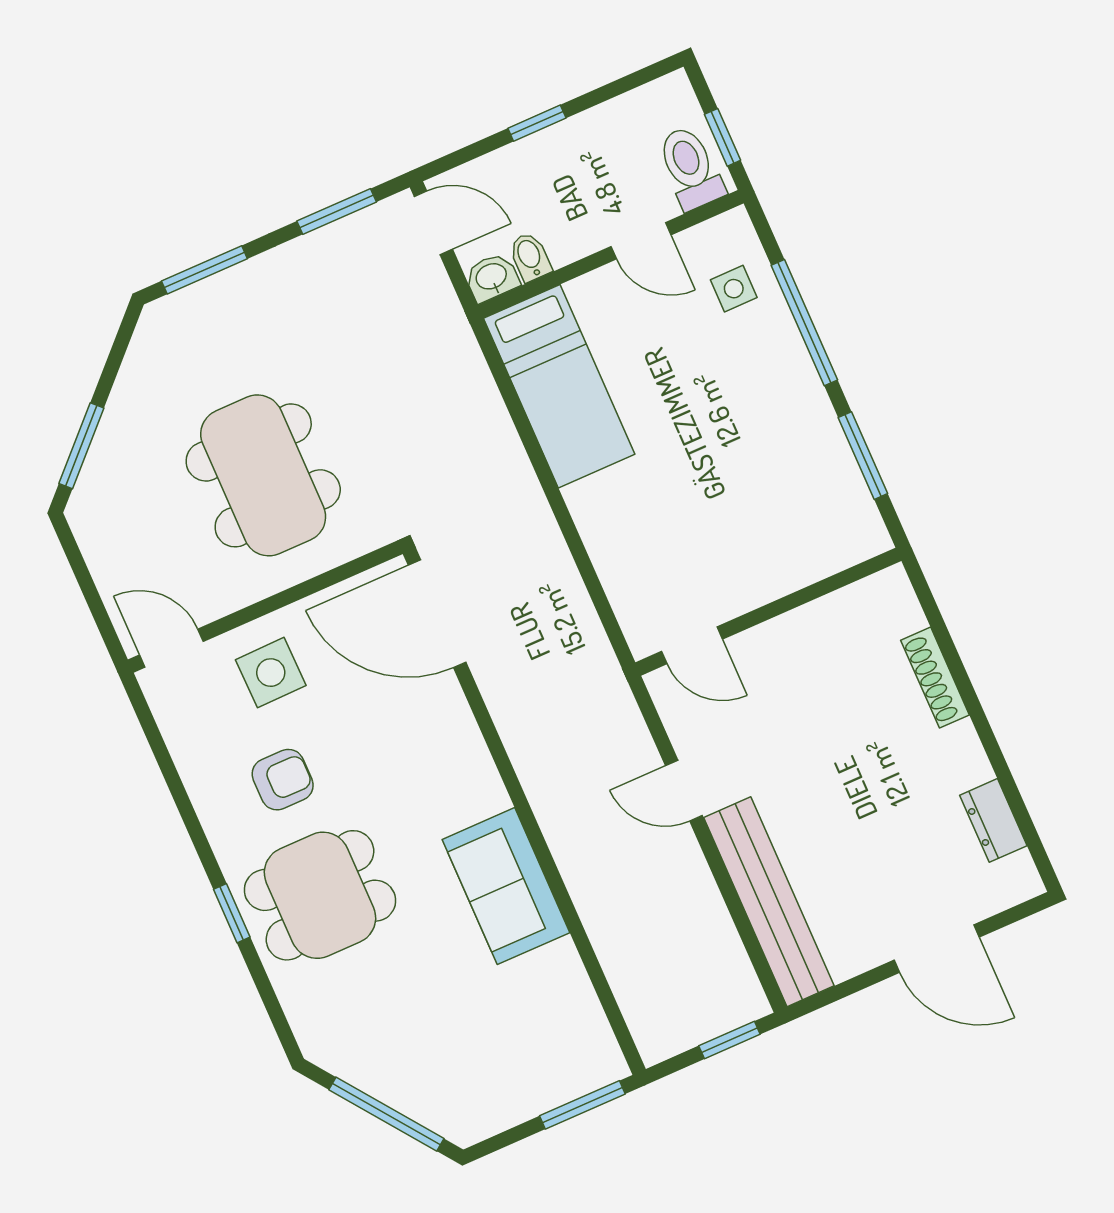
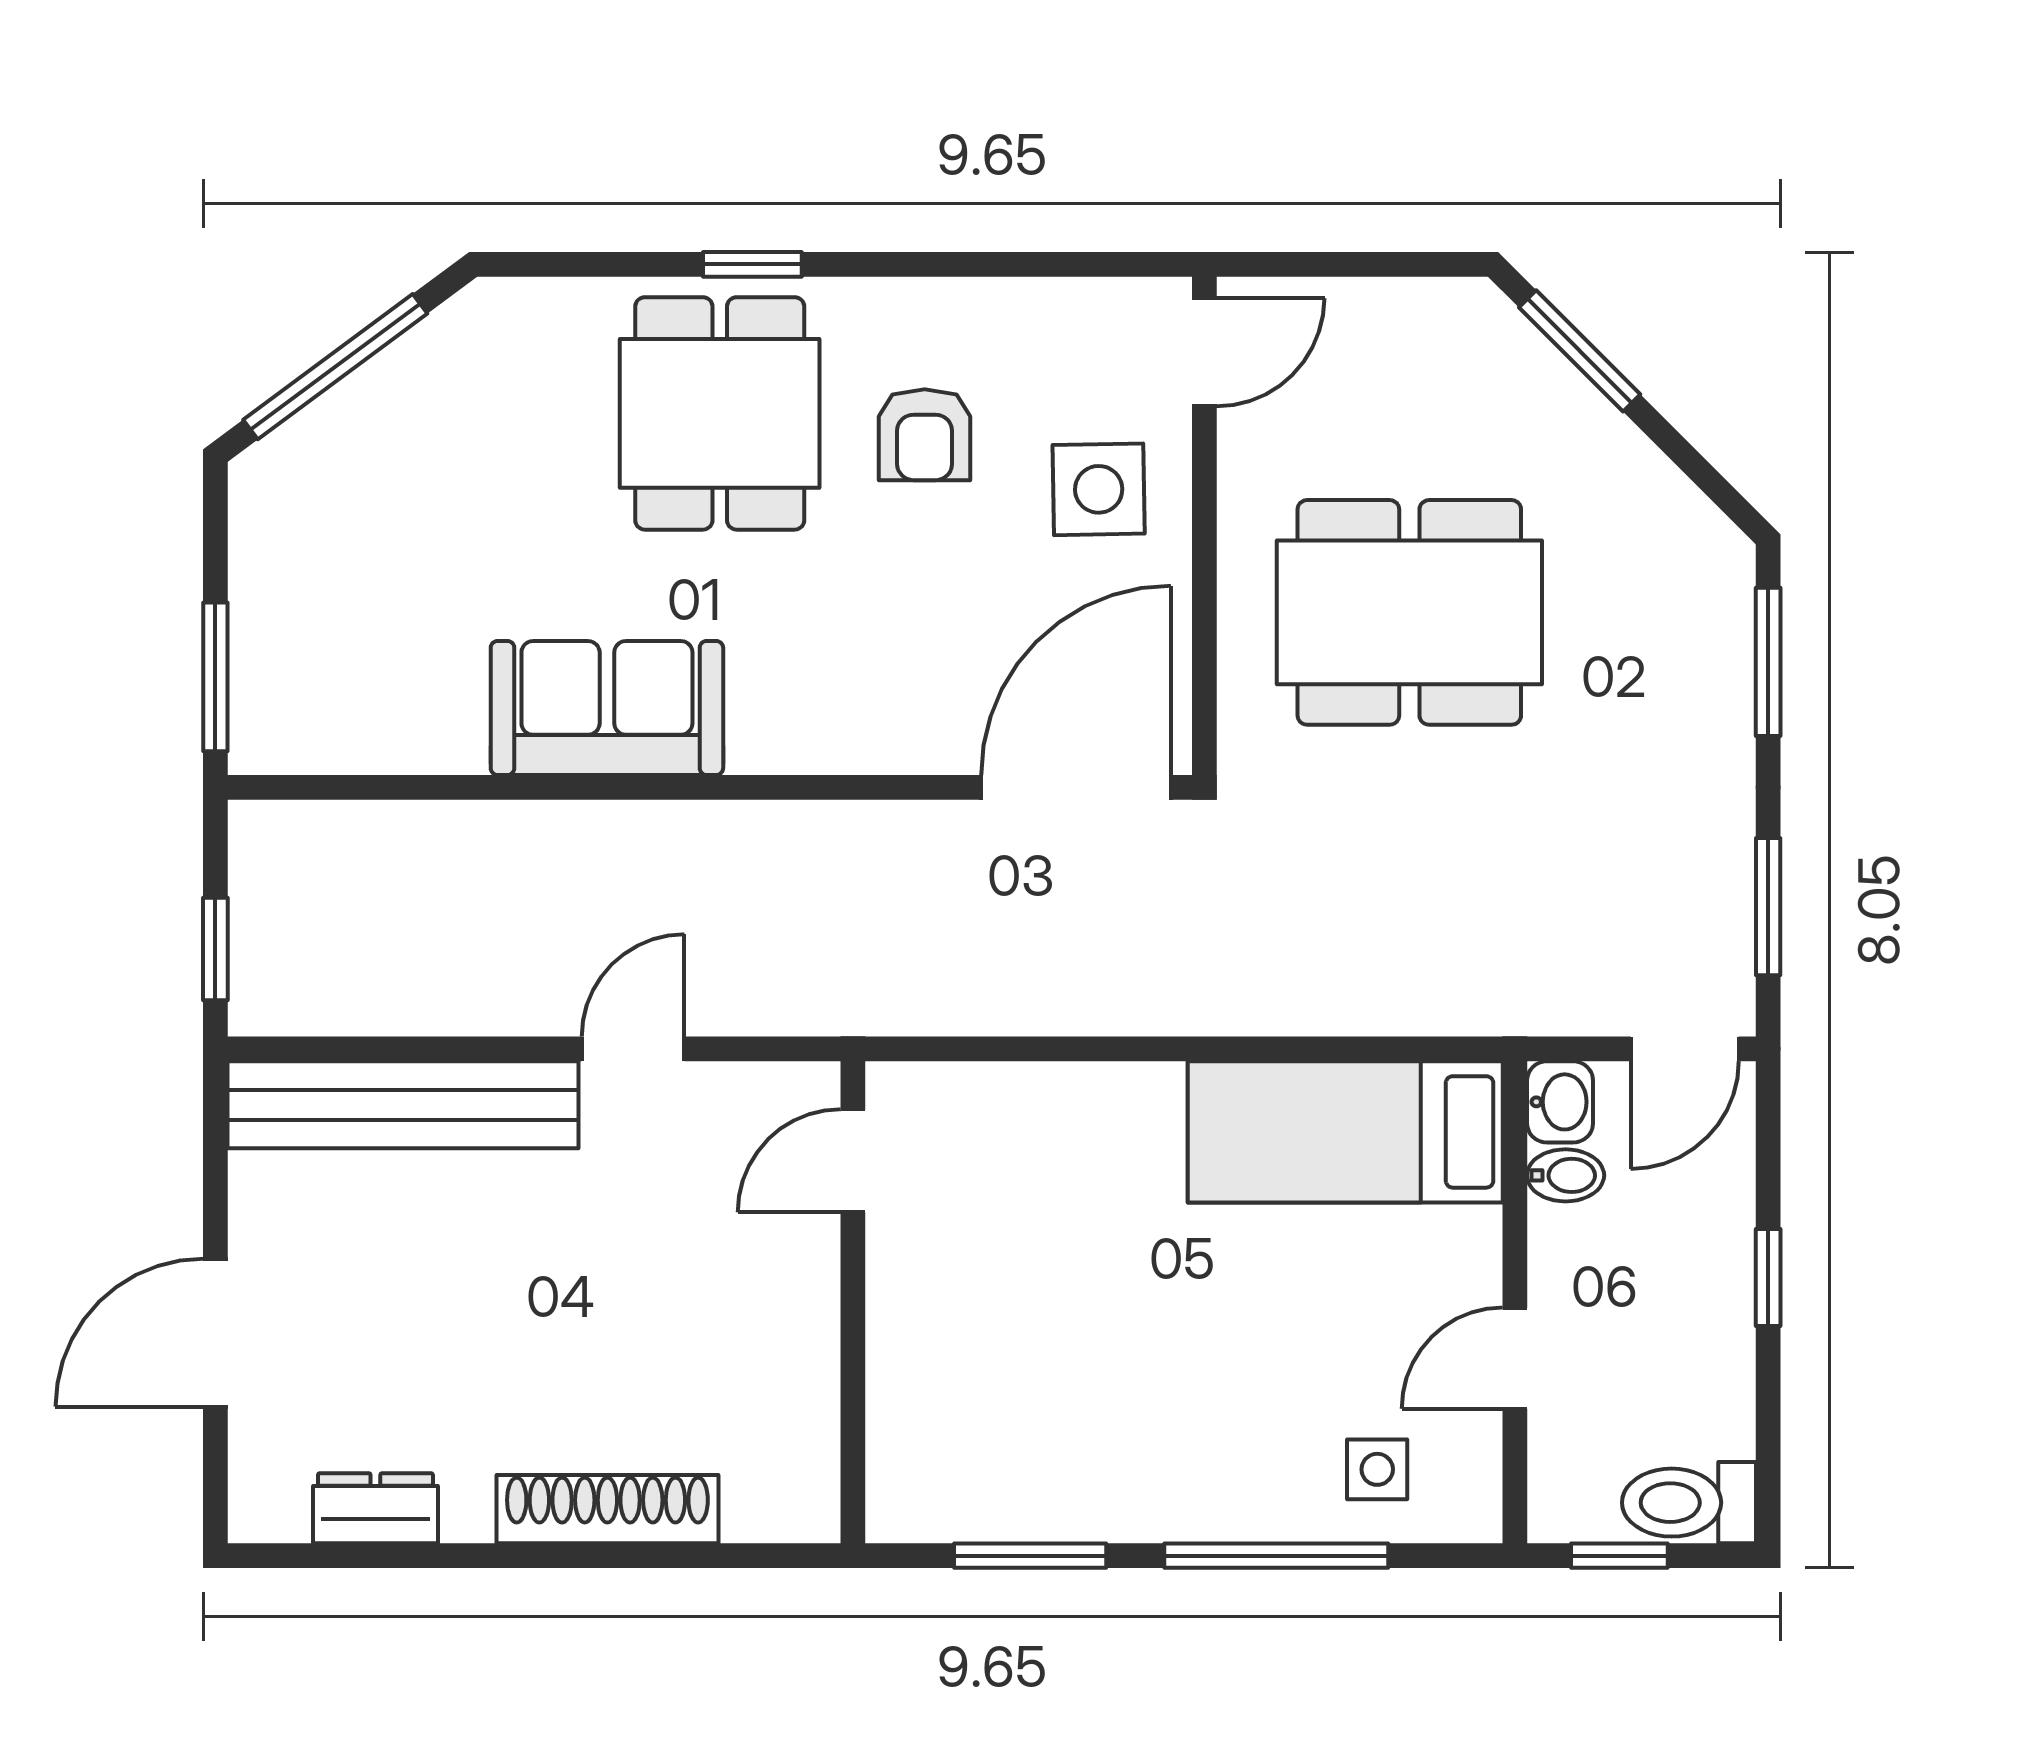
toilet: (690, 168) -> (1689, 1503), moved, turned 180
shoe rack: (935, 678) -> (607, 1509), width x1.36, depth x1.24

